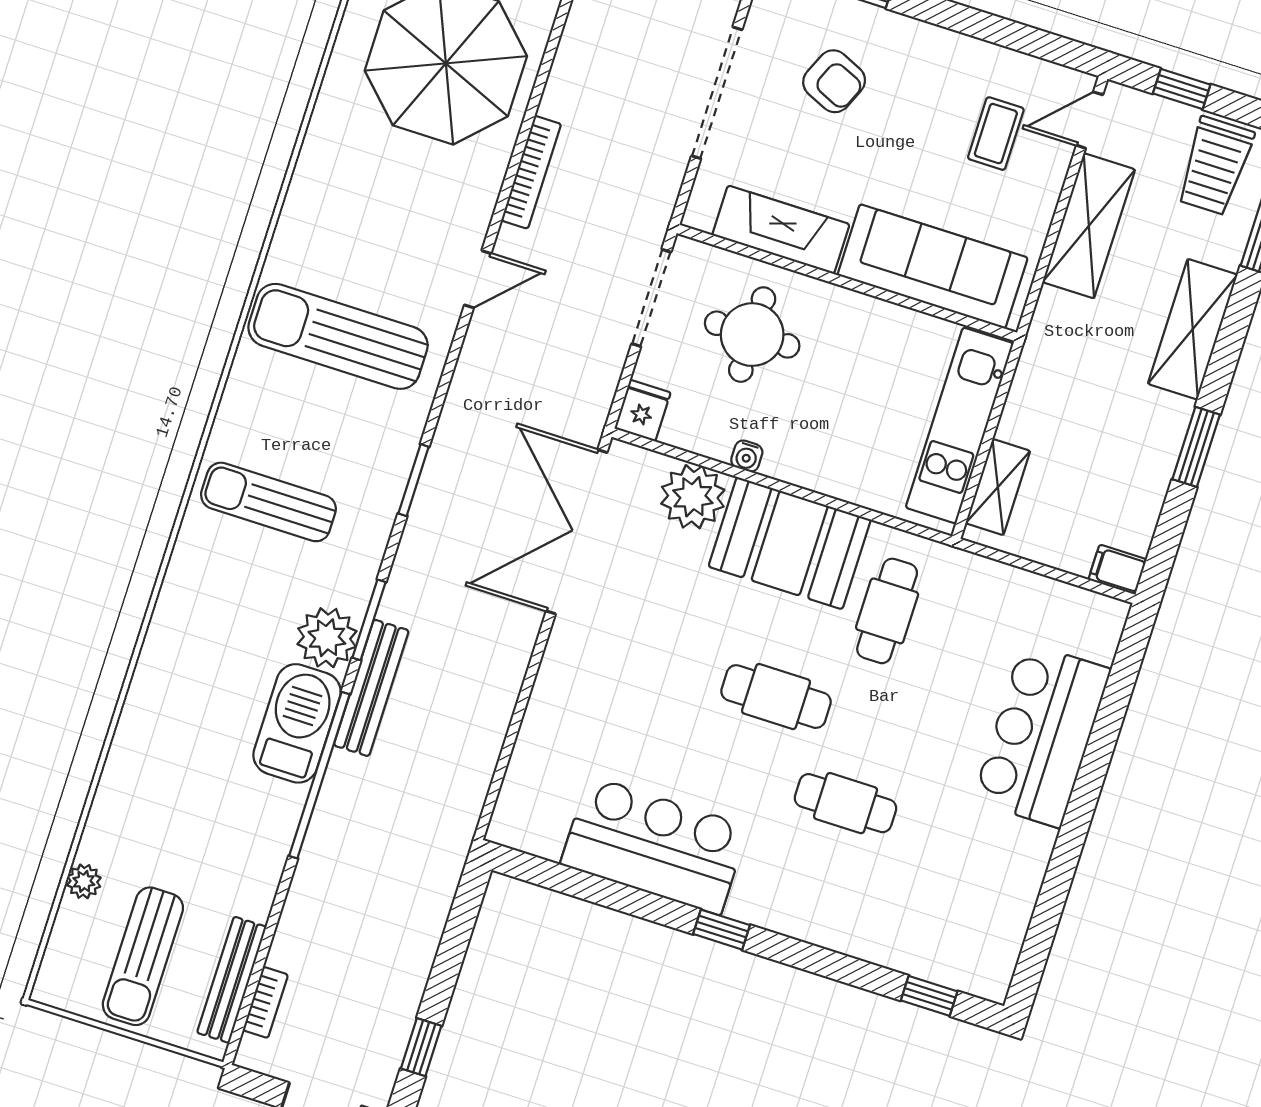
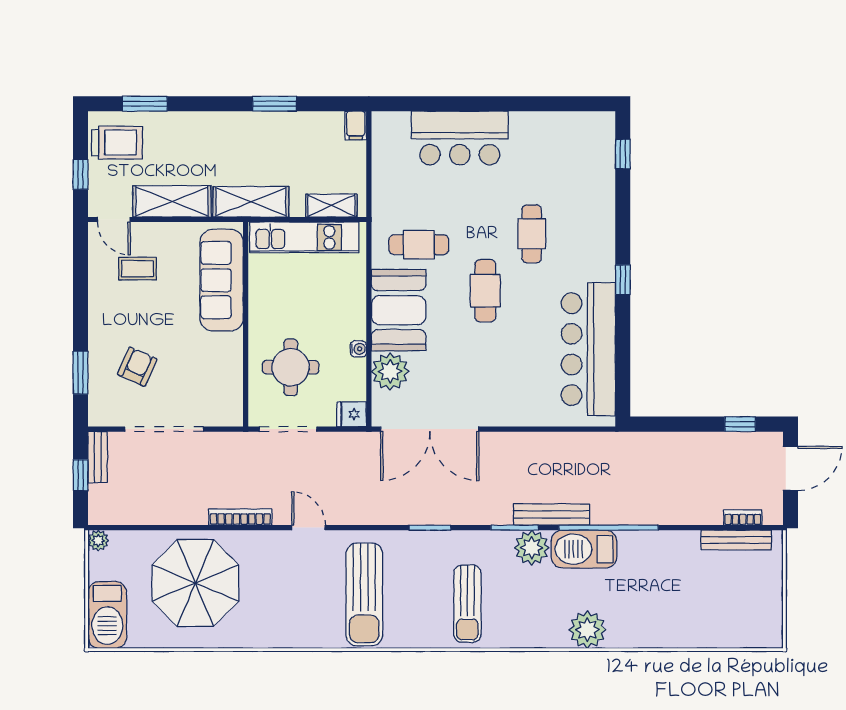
fireplace: (781, 230) -> (228, 370), removed
shelving: (1193, 329) -> (251, 202), moved
bar counter: (654, 845) -> (588, 349), width x1.36
plant: (84, 881) -> (587, 630), moved, width x1.88, depth x1.88
sun lounger: (143, 956) -> (739, 593), removed

